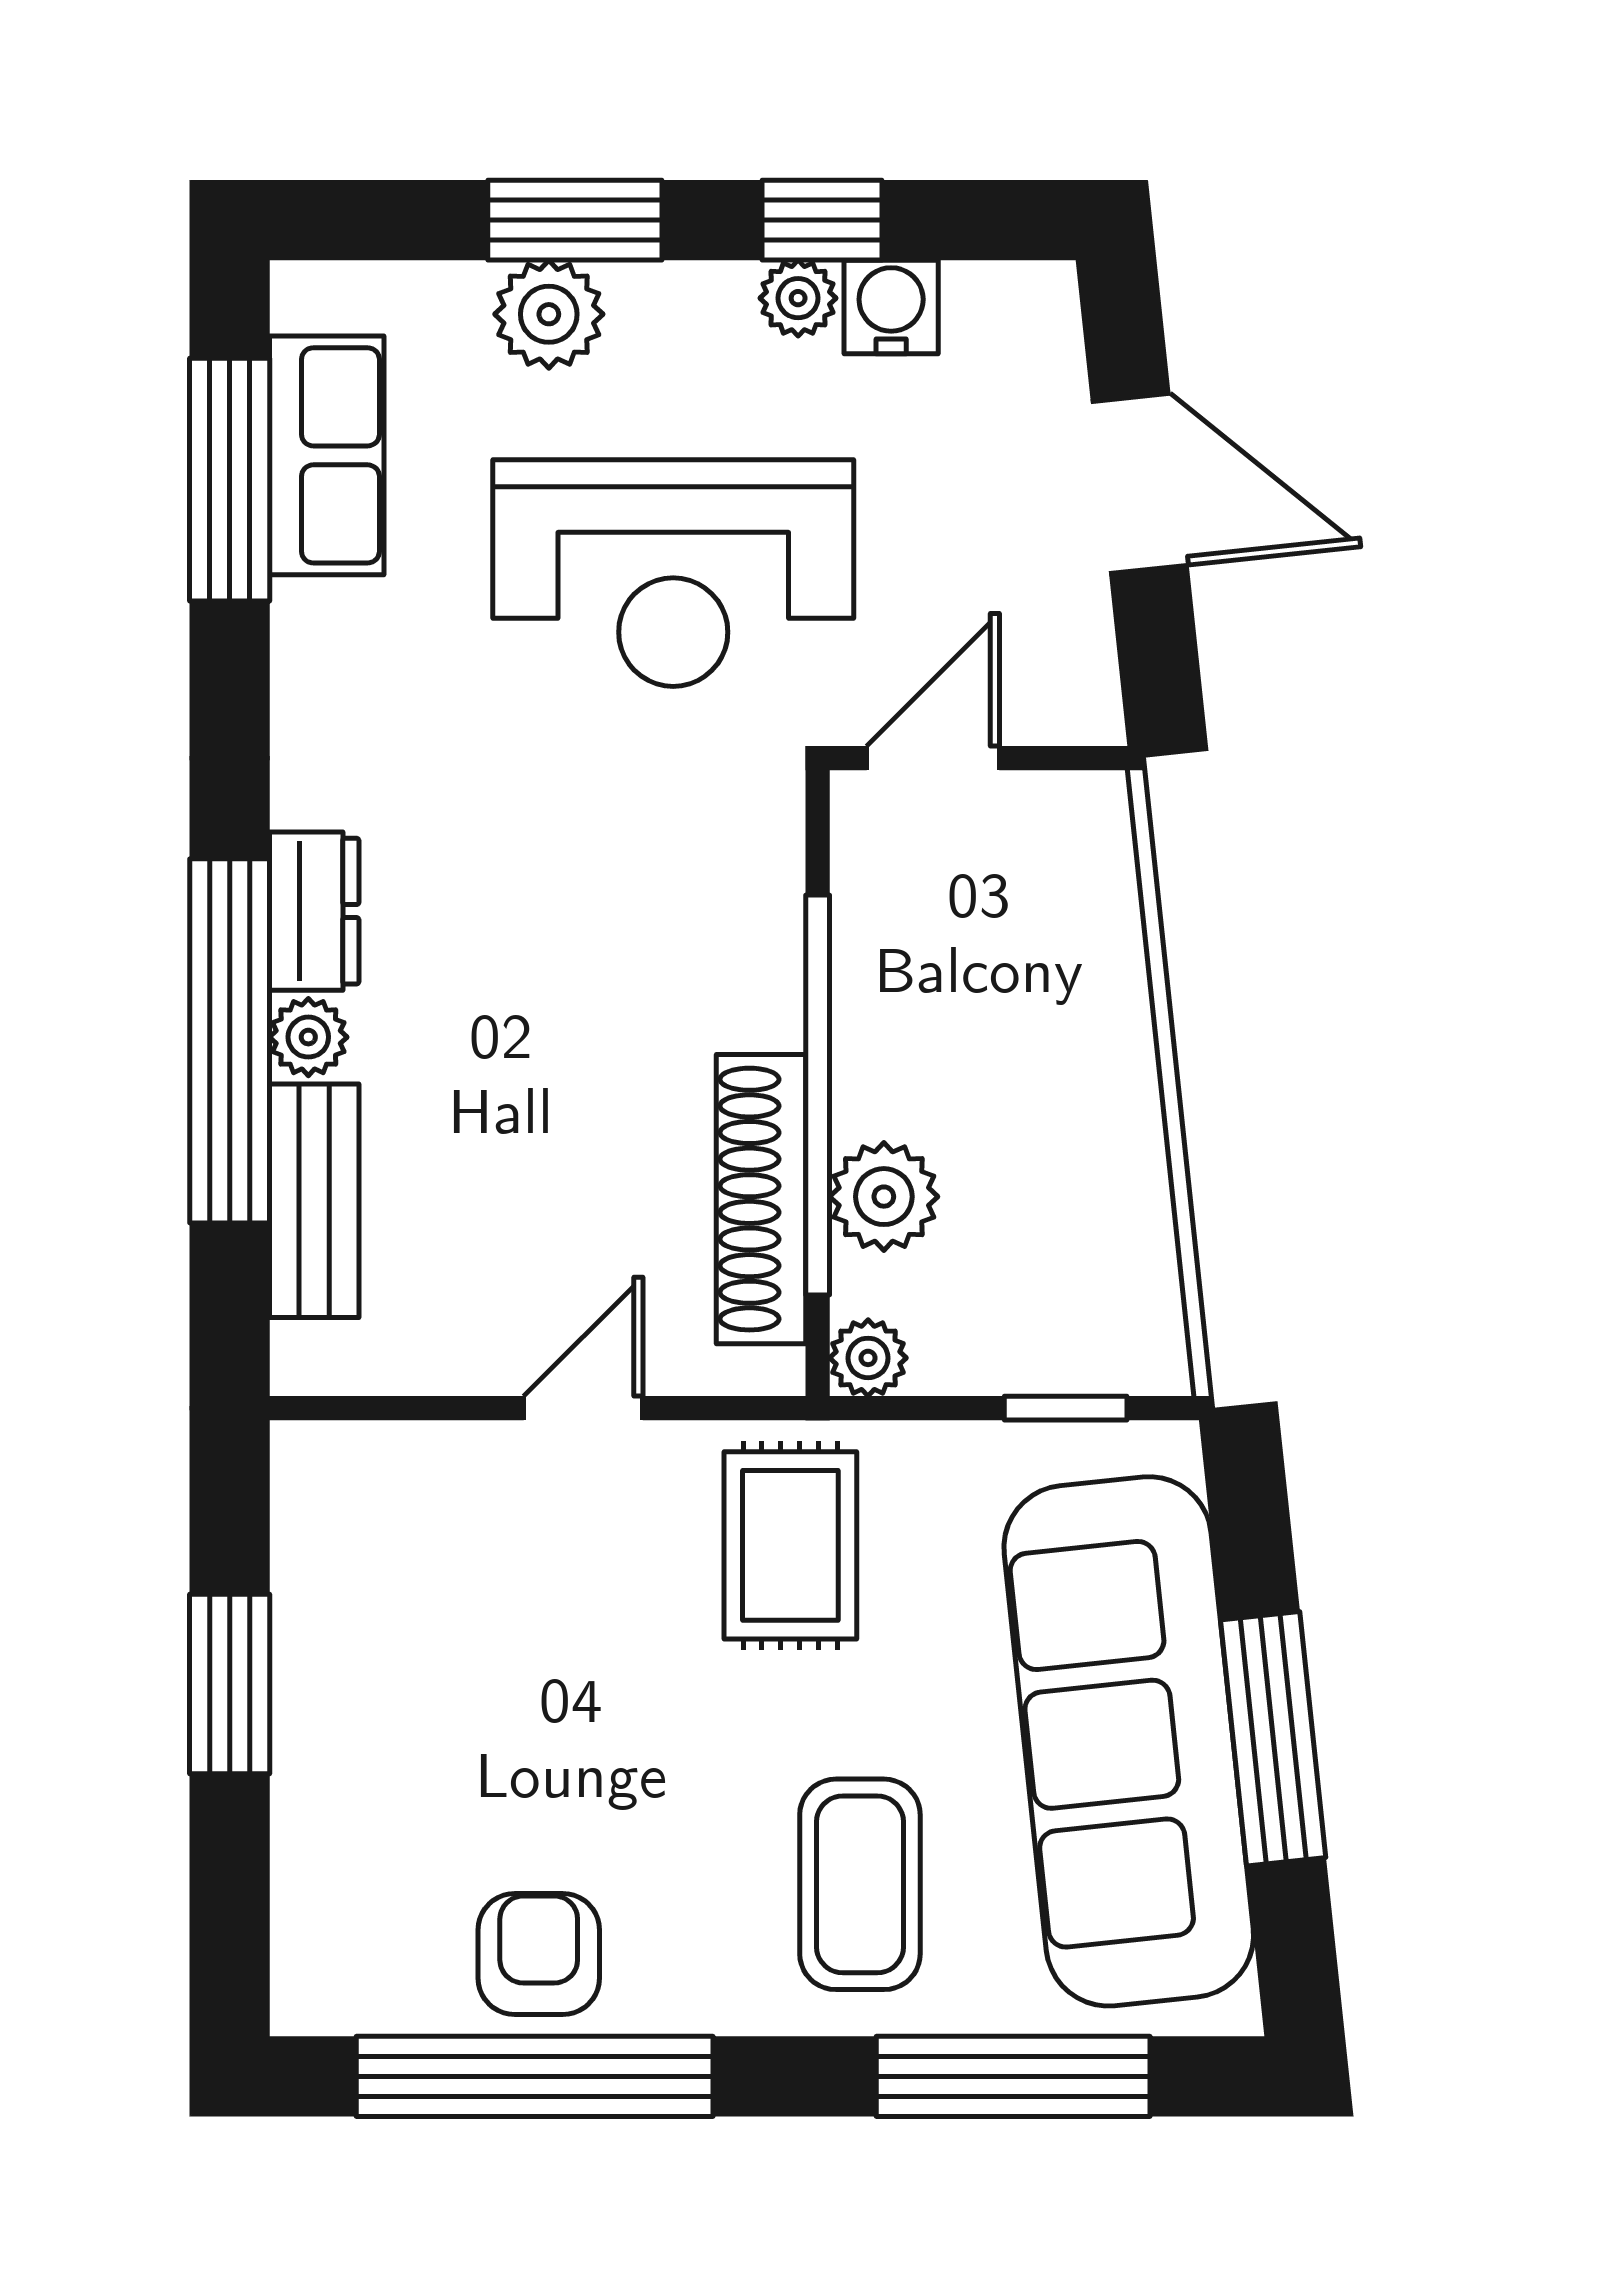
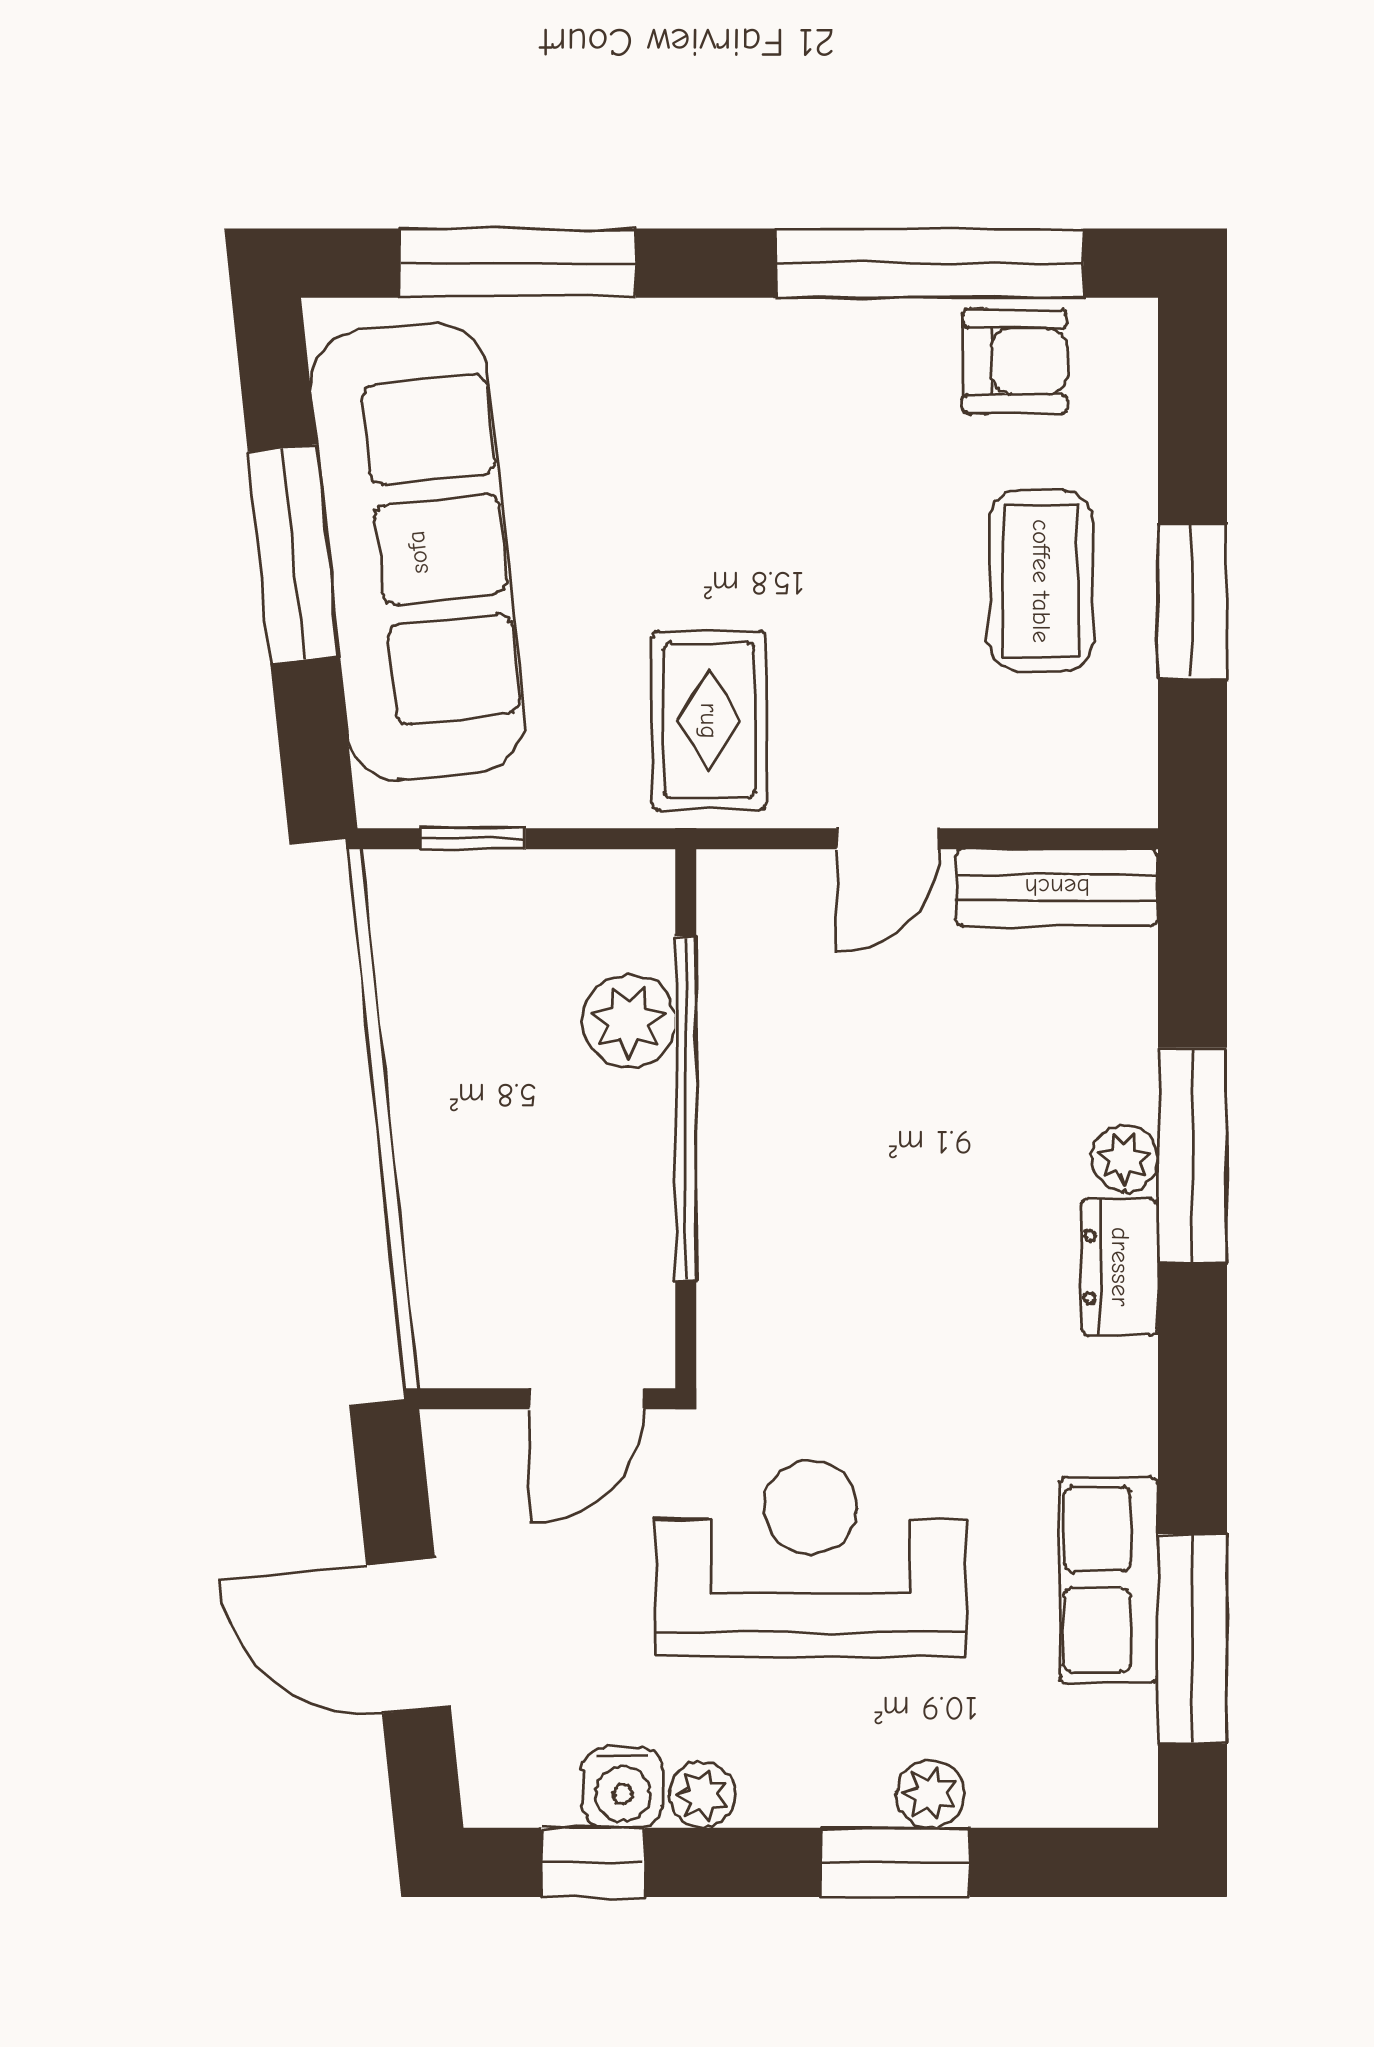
window: (822, 220) -> (593, 1862), moved
plant: (549, 314) -> (930, 1794), width x0.73, depth x0.73
row of seats: (327, 455) -> (1109, 1580), moved
window: (230, 1041) -> (1192, 1155), width x0.68
shoe rack: (761, 1199) -> (735, 1019), removed
bench: (314, 1201) -> (1057, 887), moved, turned 90
plant: (868, 1358) -> (642, 882), removed
coffee table: (860, 1884) -> (1041, 581), moved
armchair: (539, 1954) -> (1015, 361), moved, turned -90

